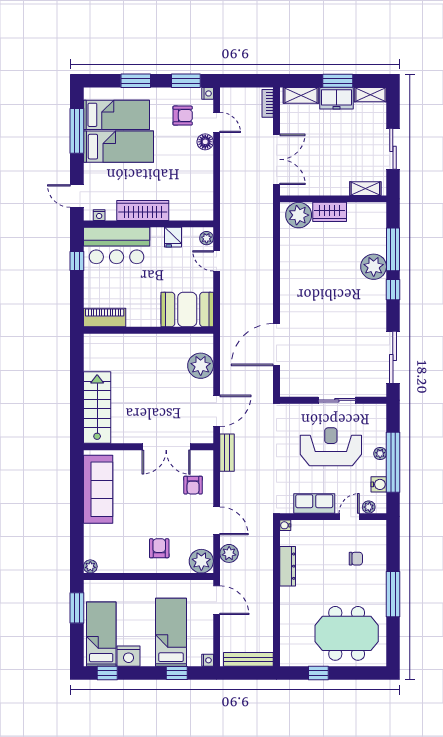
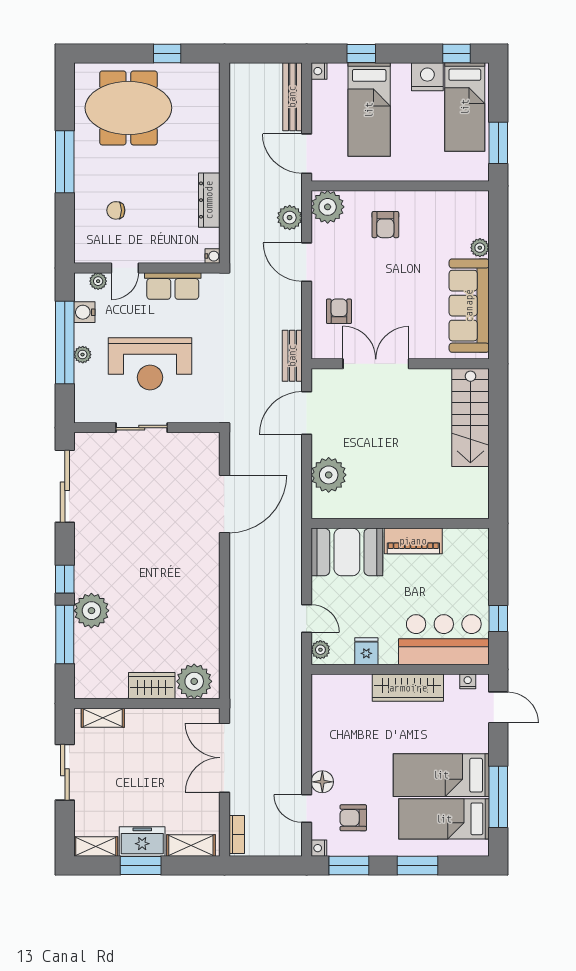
piano: (105, 318) -> (413, 541), moved
plant: (90, 566) -> (480, 248), moved
bench: (248, 659) -> (292, 97), moved, turned 90

